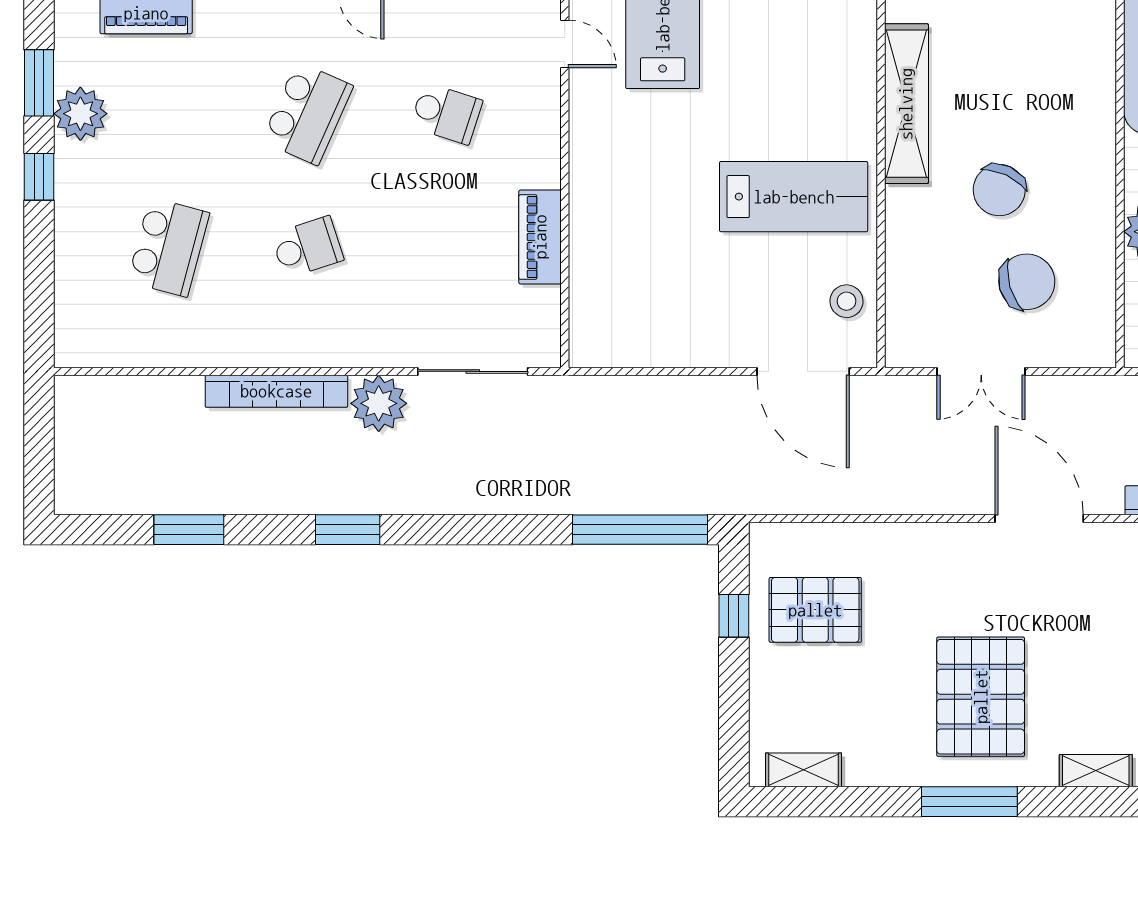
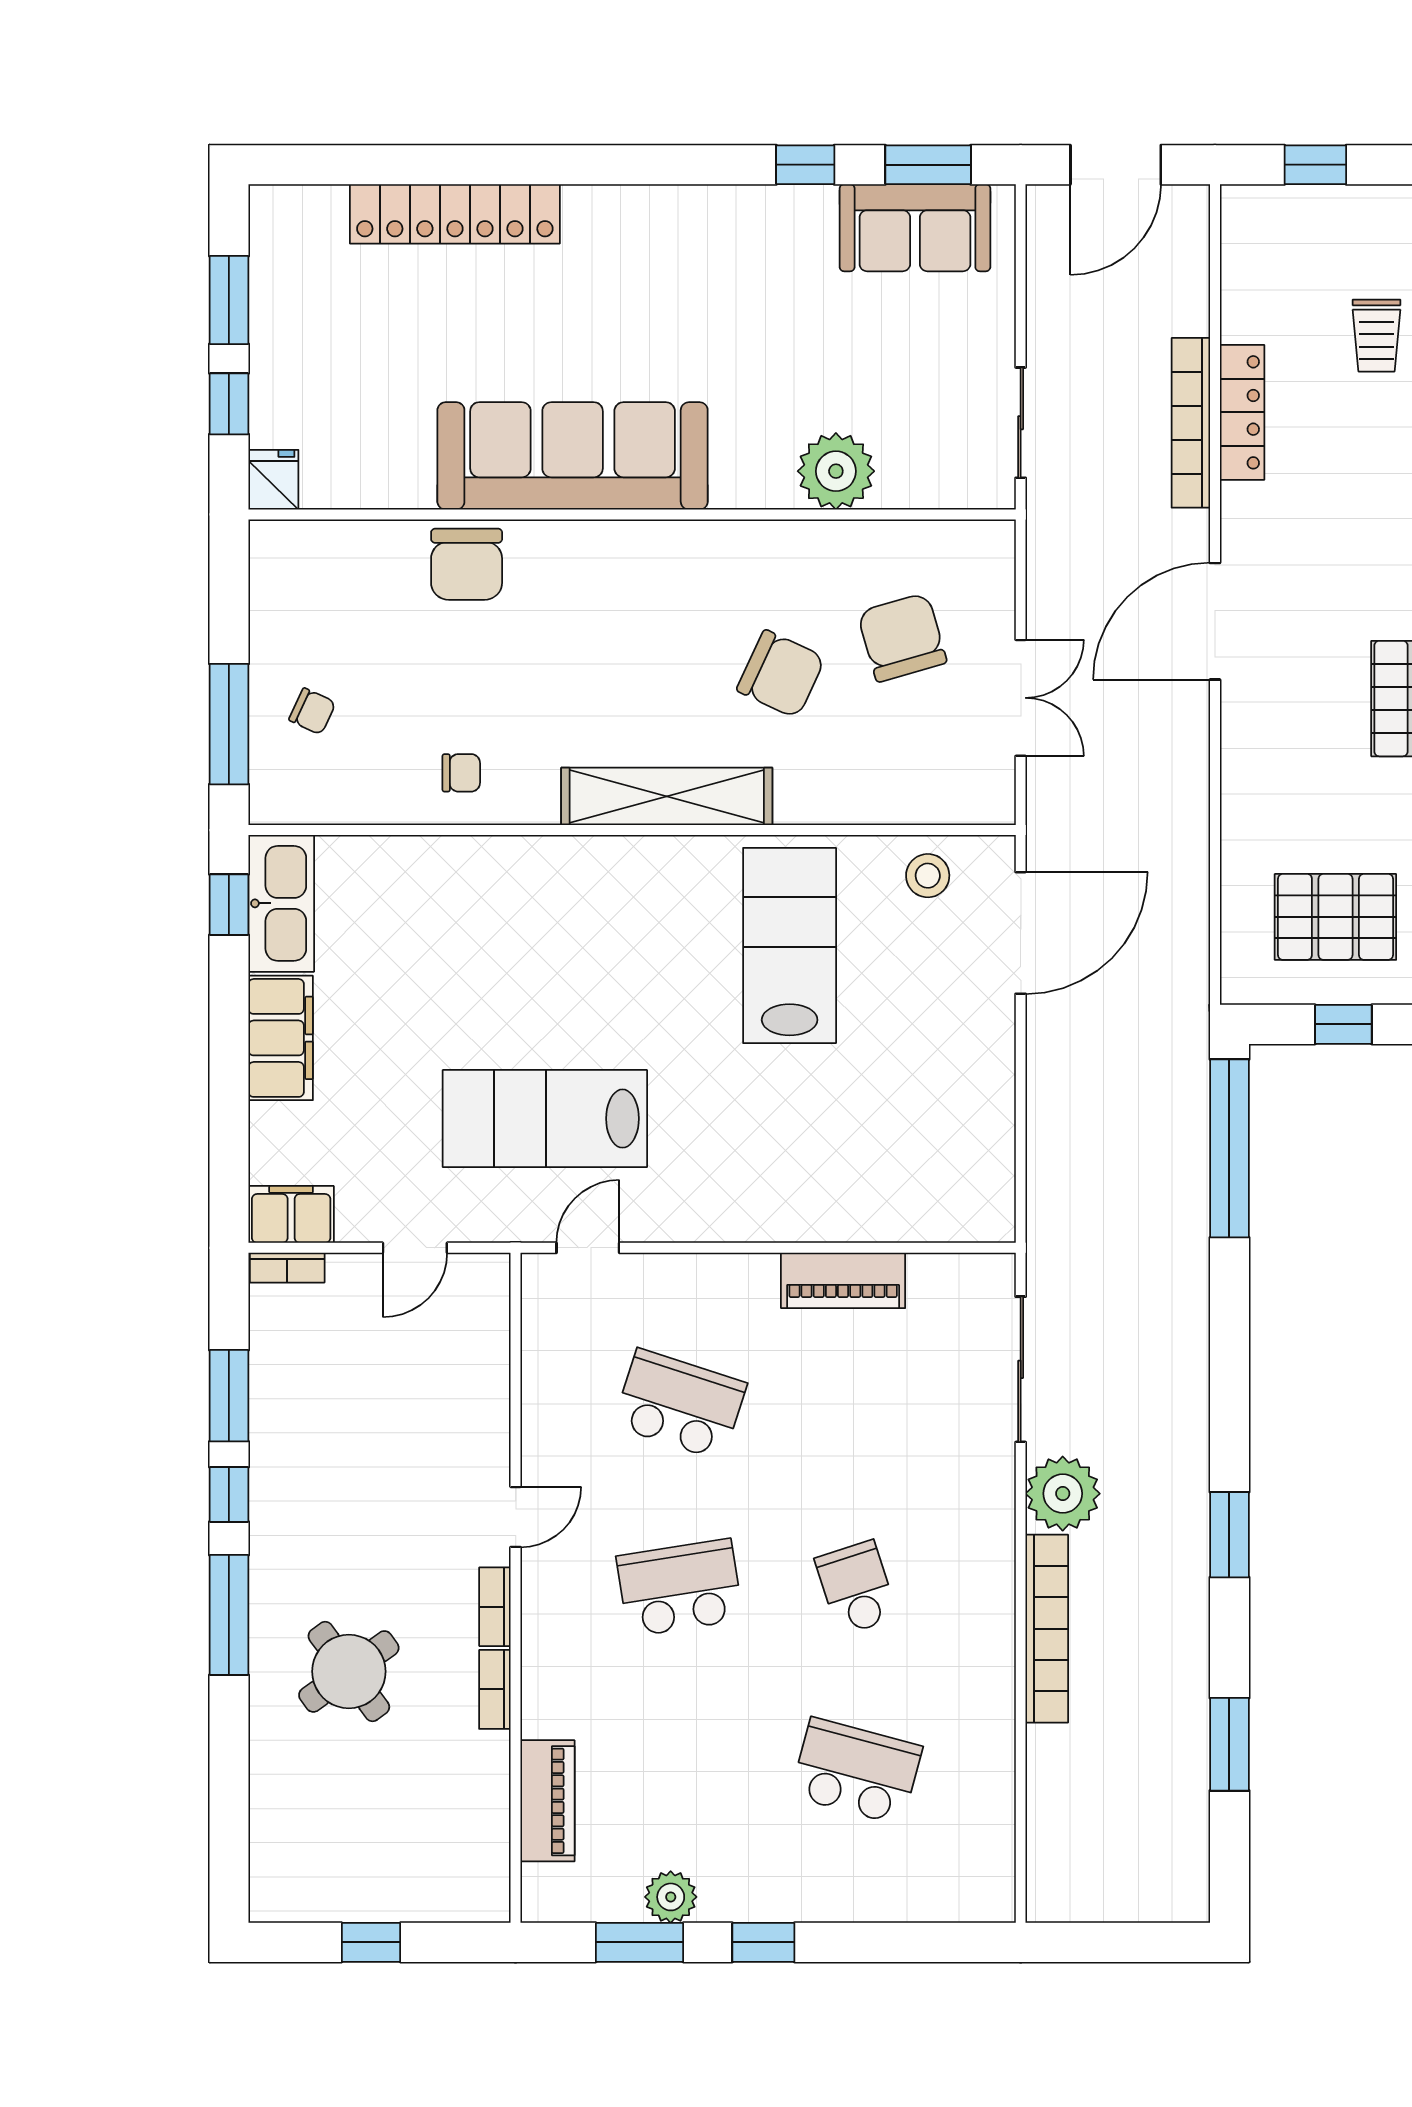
school desk: (307, 113) -> (680, 1588), turned -33
school desk: (446, 113) -> (680, 1404), width x1.85
plant: (80, 114) -> (671, 1897), width x0.73, depth x0.73
pallet: (815, 610) -> (1335, 917), turned 90

